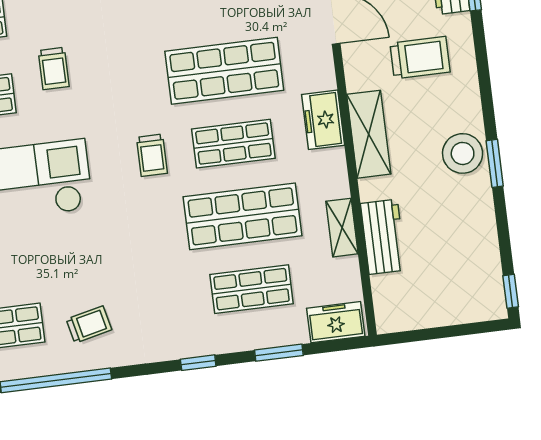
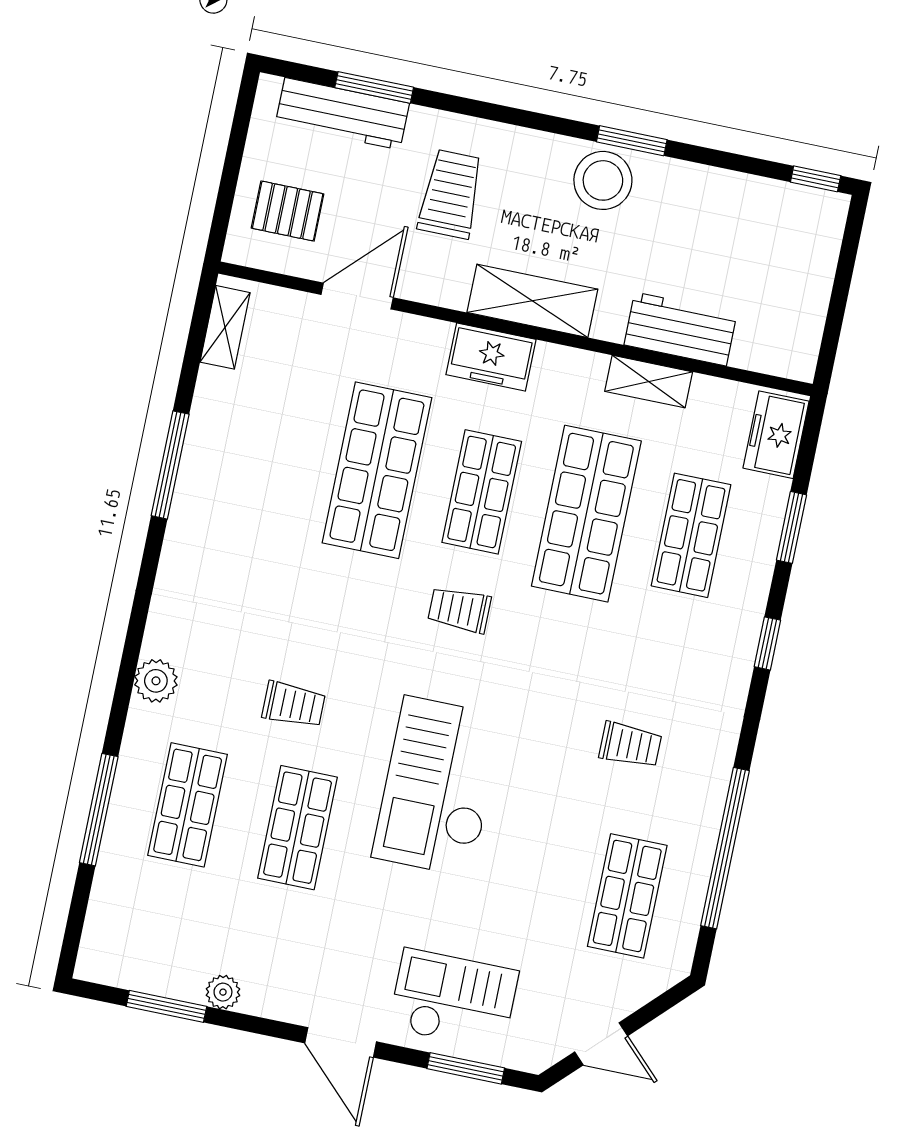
trolley: (152, 155) -> (459, 610), turned 180
trolley: (89, 324) -> (630, 745), moved, turned 103

